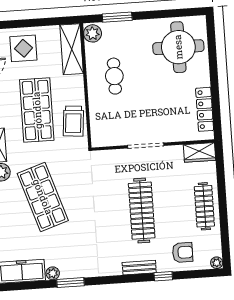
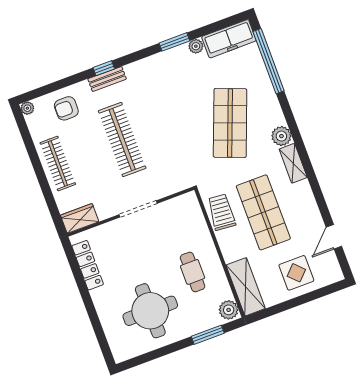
round table: (178, 47) -> (150, 311), moved
shop shelf: (43, 197) -> (230, 123), turned 39
window: (163, 276) -> (104, 68), moved

